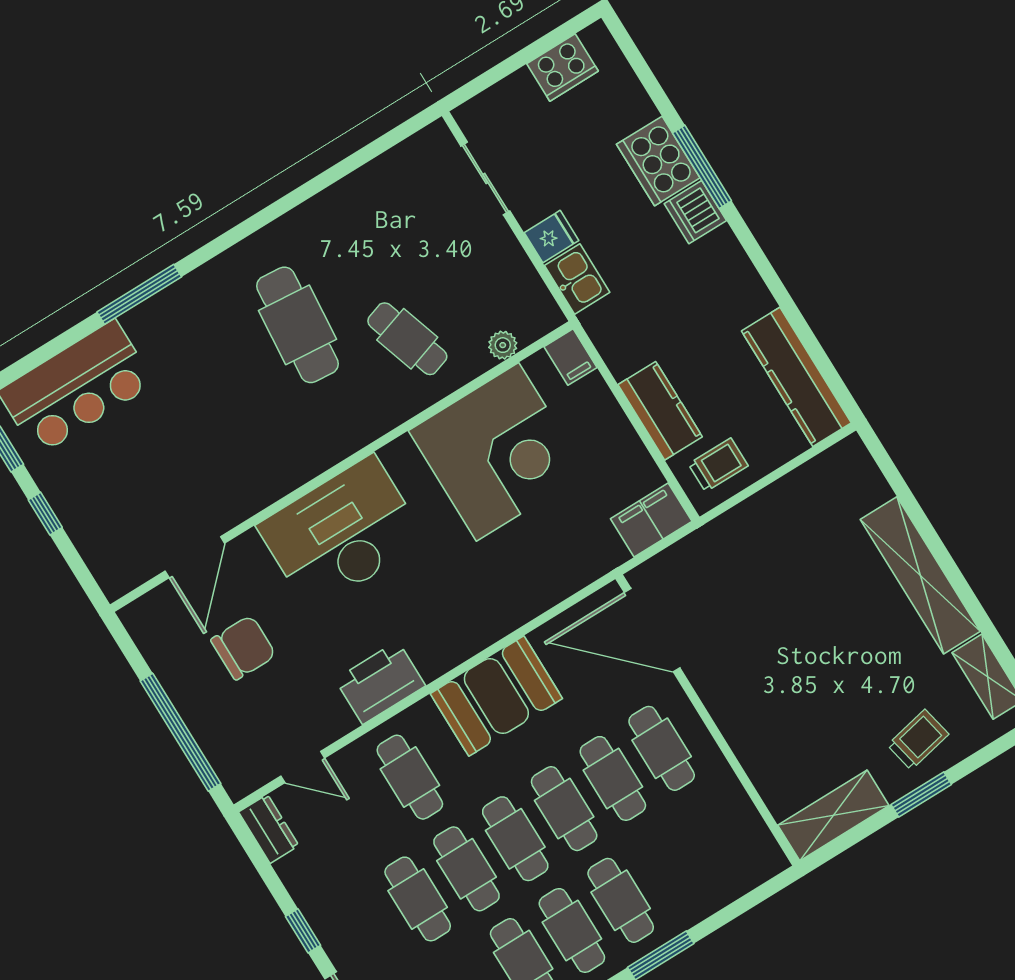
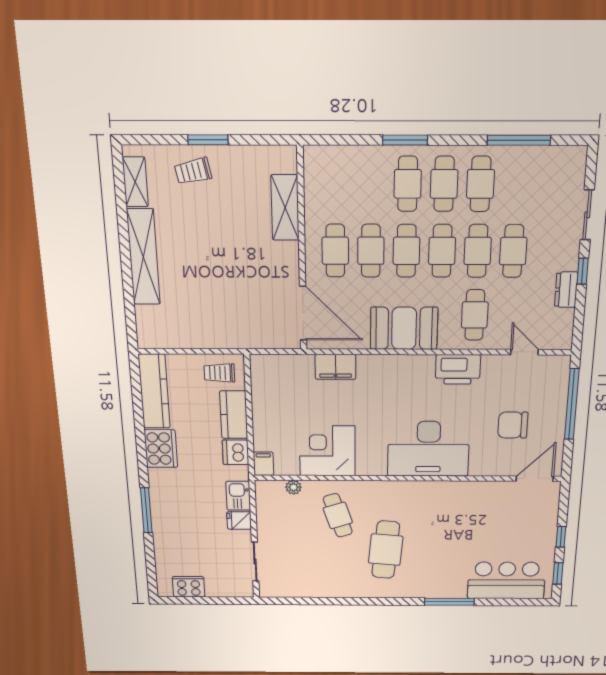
cooker: (658, 161) -> (161, 449), moved
dishwasher: (695, 212) -> (236, 452), moved, turned 180
corner desk: (498, 452) -> (327, 451), width x0.74, depth x0.74
filing cabinet: (651, 520) -> (335, 367), moved
door: (195, 557) -> (535, 479), moved
shelving: (833, 815) -> (285, 208), moved, turned 90
dresser: (269, 829) -> (566, 290), moved

